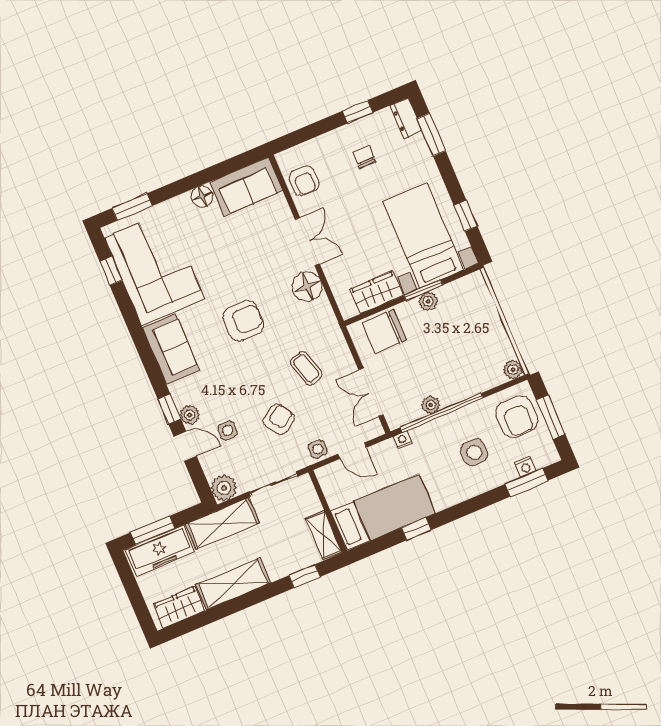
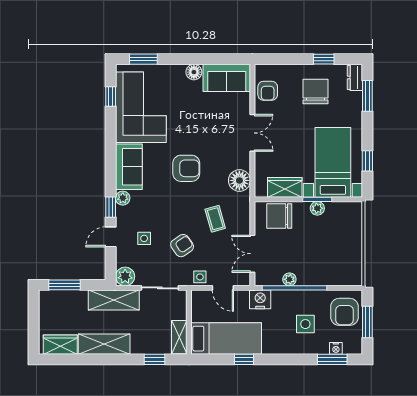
chair: (364, 157) -> (316, 92), width x1.87, depth x1.87
floor lamp: (307, 286) -> (239, 180), moved
plant: (513, 370) -> (355, 279), removed
plant: (190, 415) -> (123, 198), moved
nightstand: (403, 440) -> (260, 299), width x1.89, depth x1.79
door: (185, 446) -> (111, 237), swing flipped
freezer: (160, 551) -> (64, 301), removed

